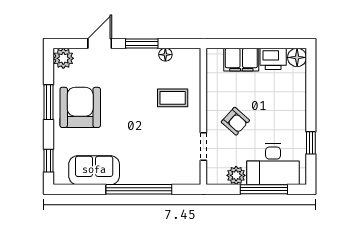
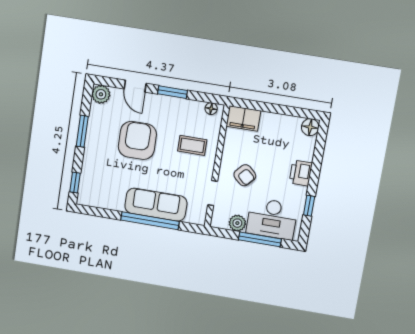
door: (100, 43) -> (135, 86), swing flipped
floor lamp: (165, 55) -> (211, 109), moved
printer: (273, 59) -> (301, 173), moved, turned 90
filing cabinet: (241, 60) -> (243, 118), moved
armchair: (80, 107) -> (137, 140), moved
sofa: (94, 170) -> (156, 205), moved, width x1.36

